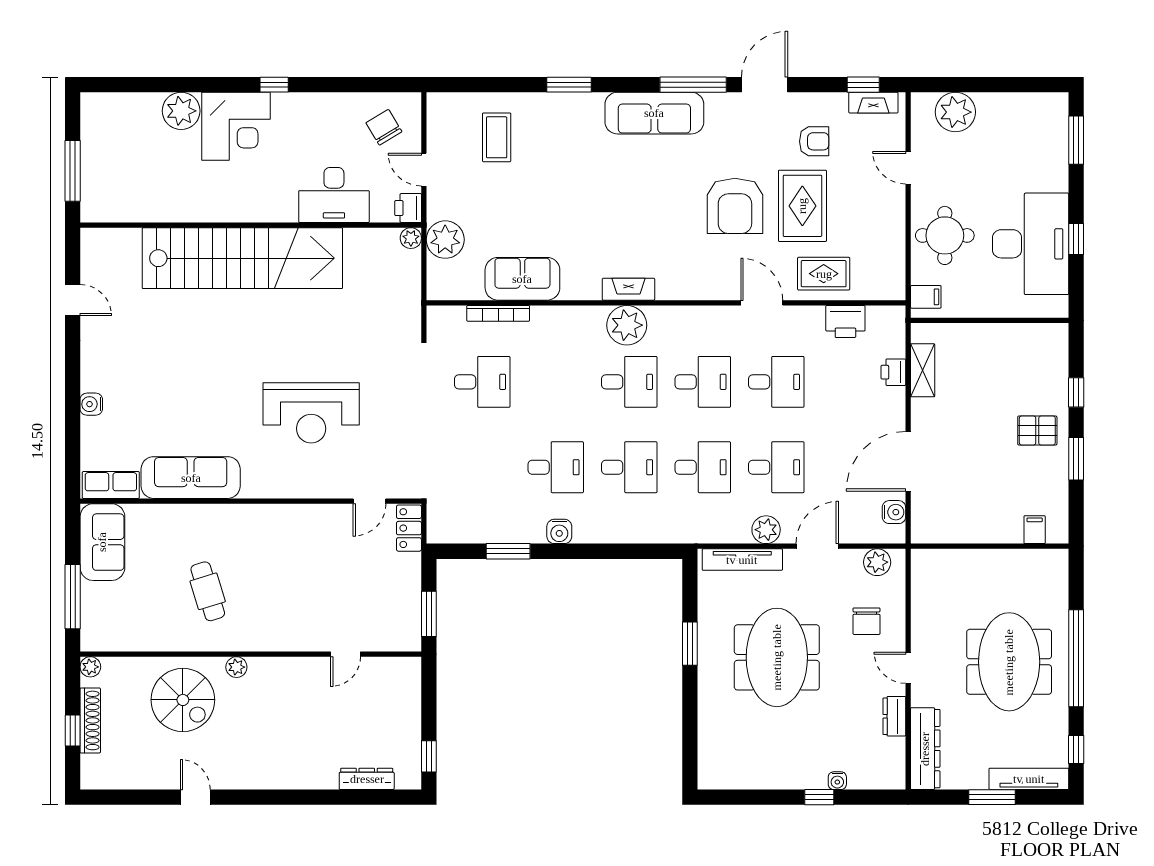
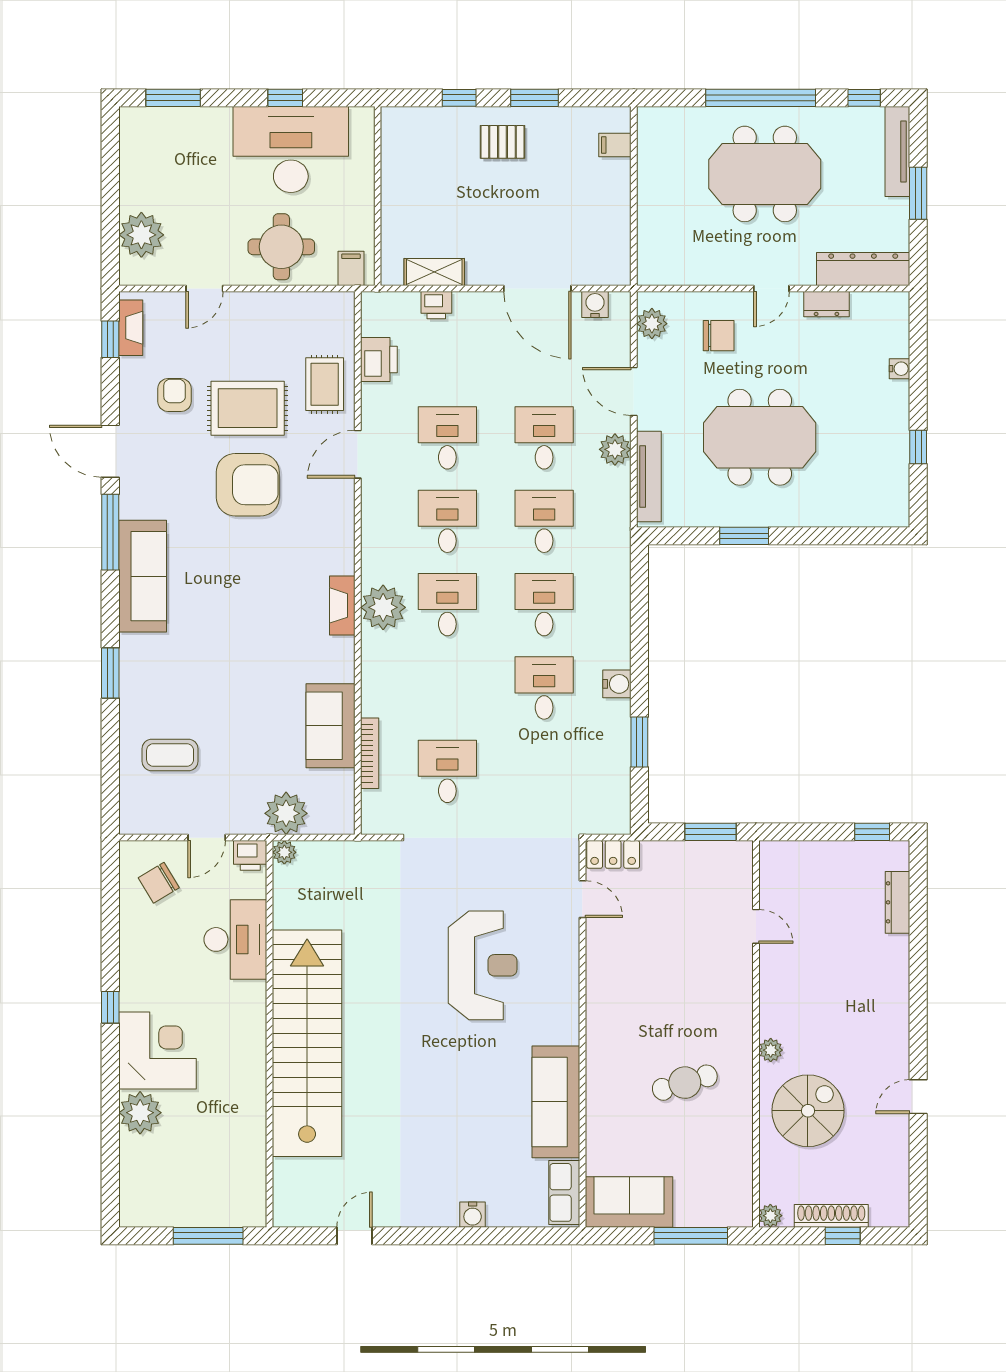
pallet: (1037, 431) -> (502, 142), turned 90
window: (819, 797) -> (918, 447), moved

